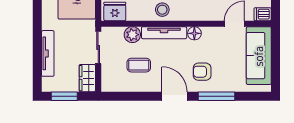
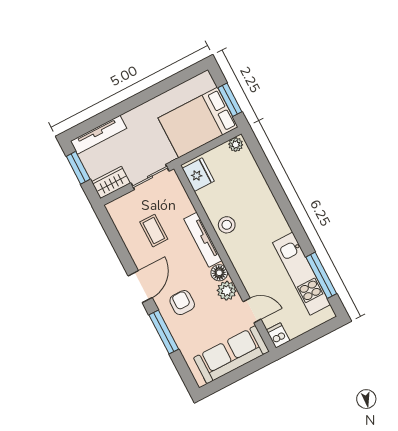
plant: (132, 35) -> (227, 291), moved
tv unit: (48, 53) -> (99, 135), moved

